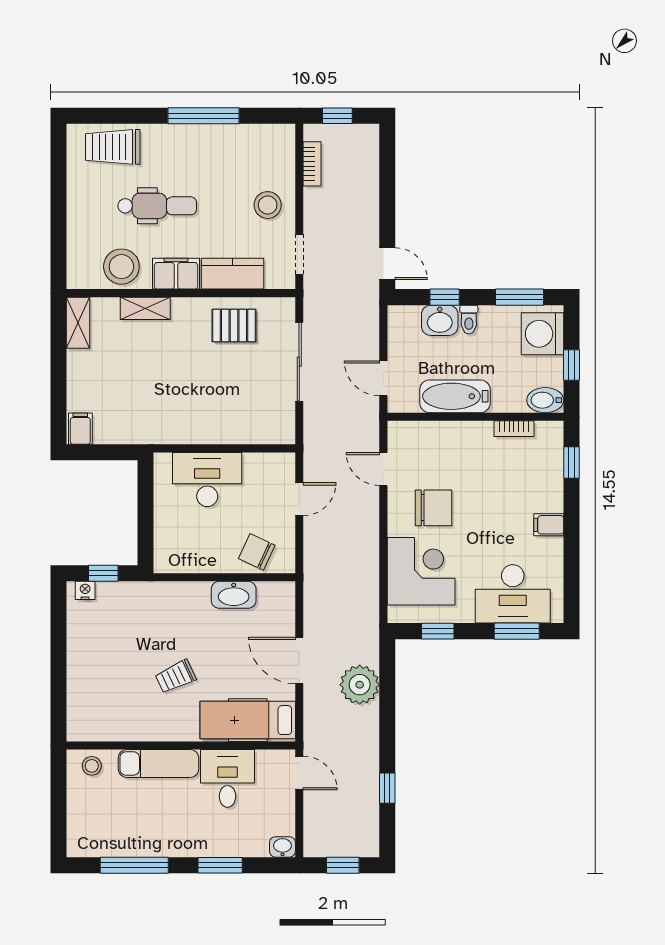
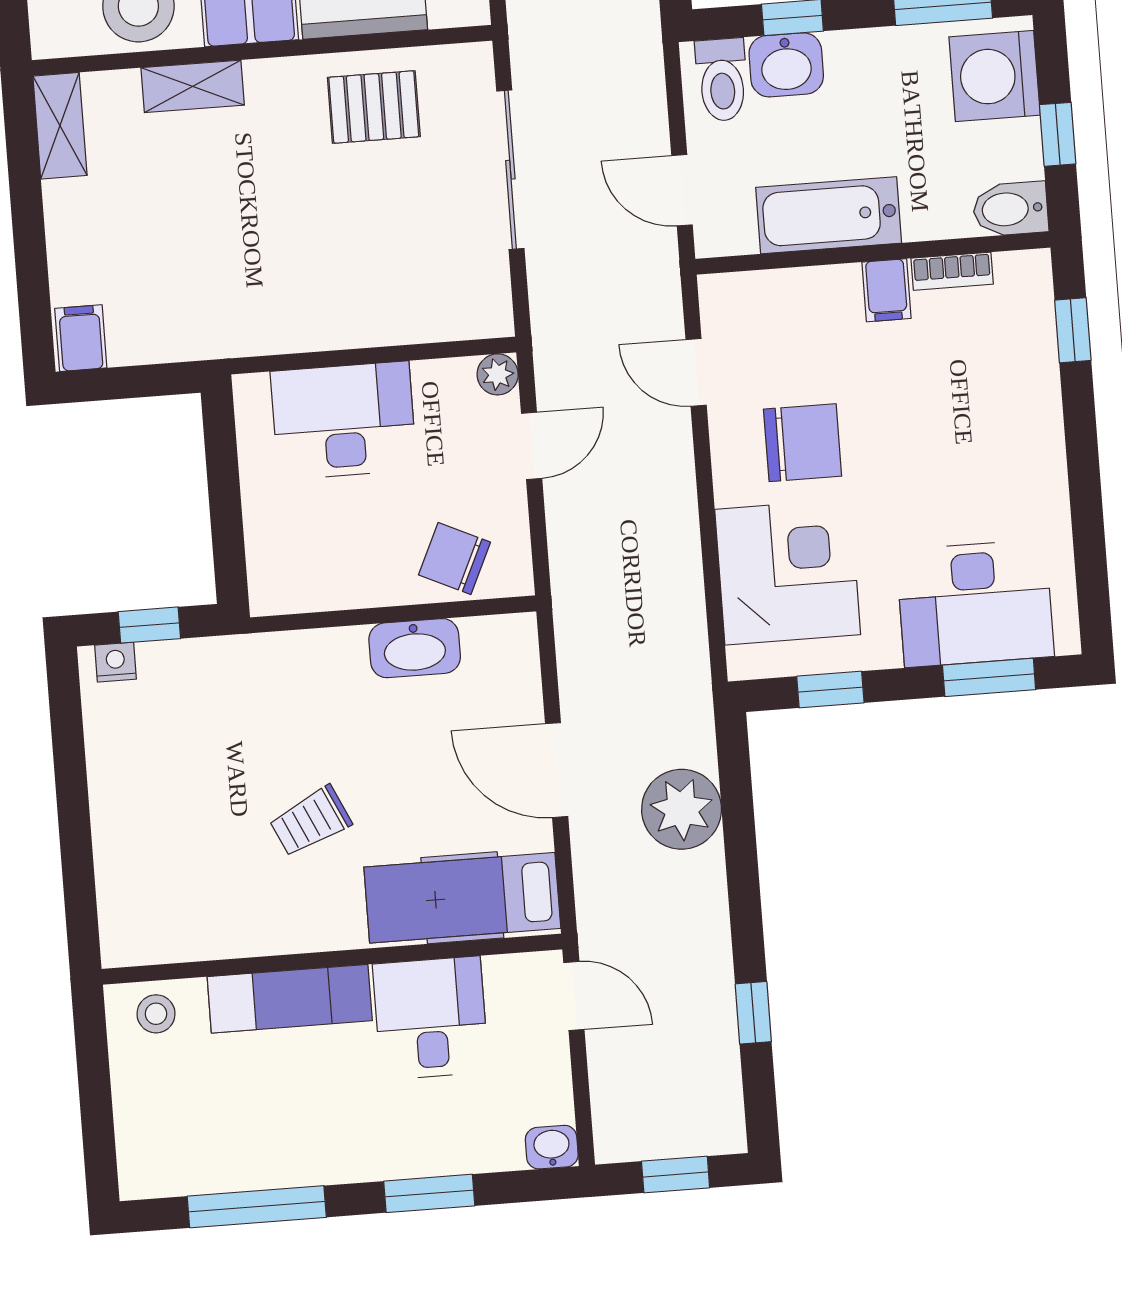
toilet: (469, 320) -> (722, 80), moved, width x1.37, depth x1.39
plant: (285, 462) -> (498, 374), added
filing cabinet: (549, 525) -> (887, 290), moved, turned -90

